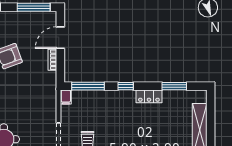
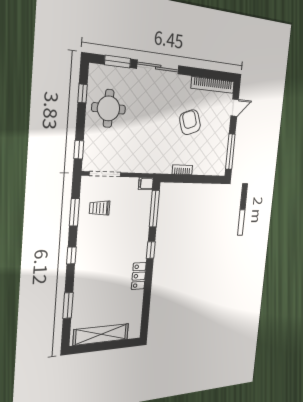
door: (60, 38) -> (201, 179), removed
window: (174, 86) -> (146, 303), removed

